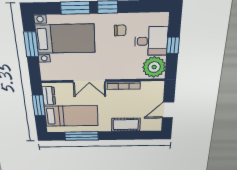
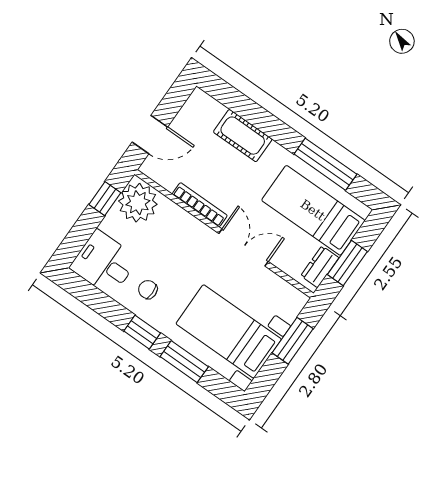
desk: (151, 41) -> (104, 263), moved
window: (31, 44) -> (293, 341), moved
window: (173, 45) -> (105, 199), moved
door: (168, 110) -> (150, 135), moved

